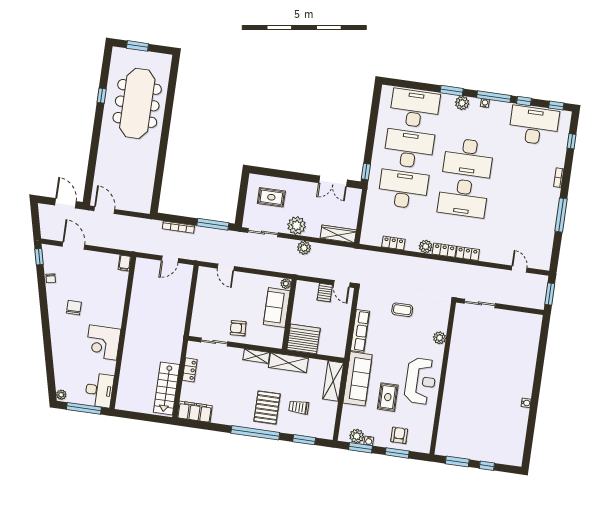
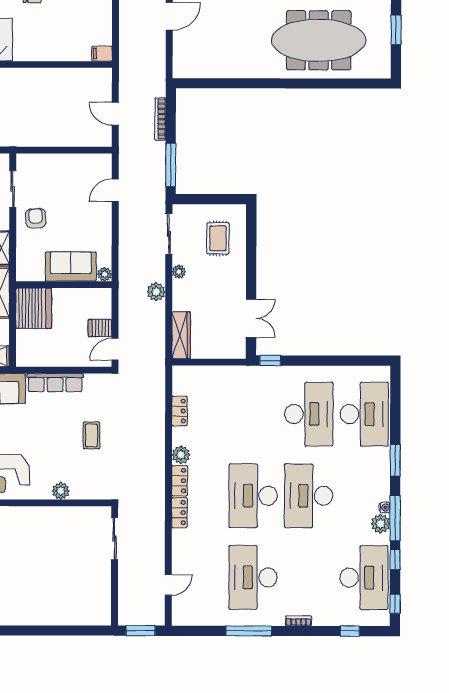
plant: (462, 103) -> (381, 524), moved
double door: (333, 181) -> (251, 318), swing flipped
desk: (403, 189) -> (253, 577), moved, turned 180
plant: (297, 226) -> (179, 272), width x0.53, depth x0.53

